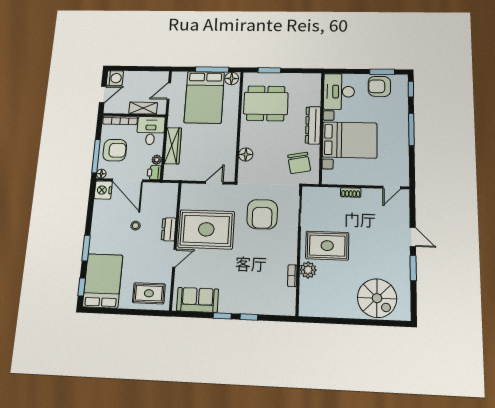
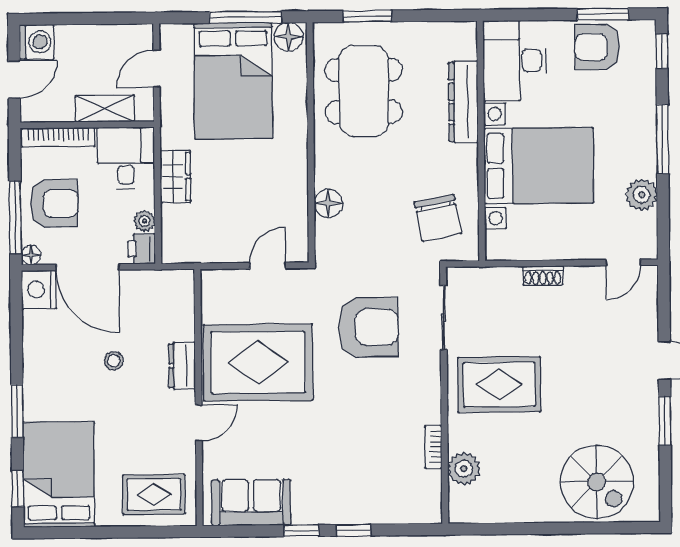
dining table: (266, 103) -> (364, 91), turned 90
dresser: (313, 125) -> (463, 102), moved
wardrobe: (173, 146) -> (175, 177), width x0.67
plant: (401, 155) -> (642, 195), added
armchair: (262, 214) -> (368, 327), turned -90
plant: (308, 270) -> (464, 469), moved

